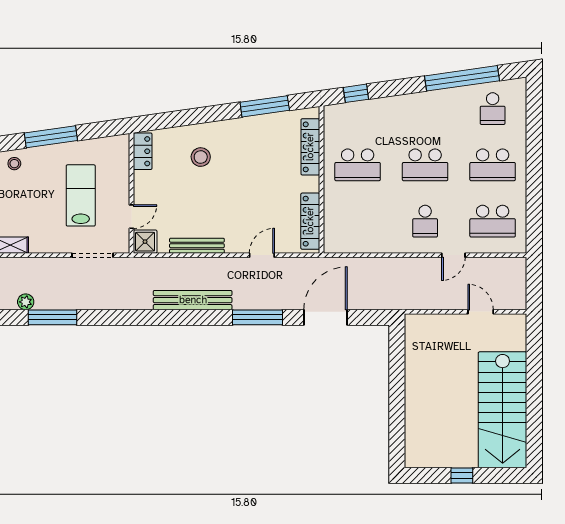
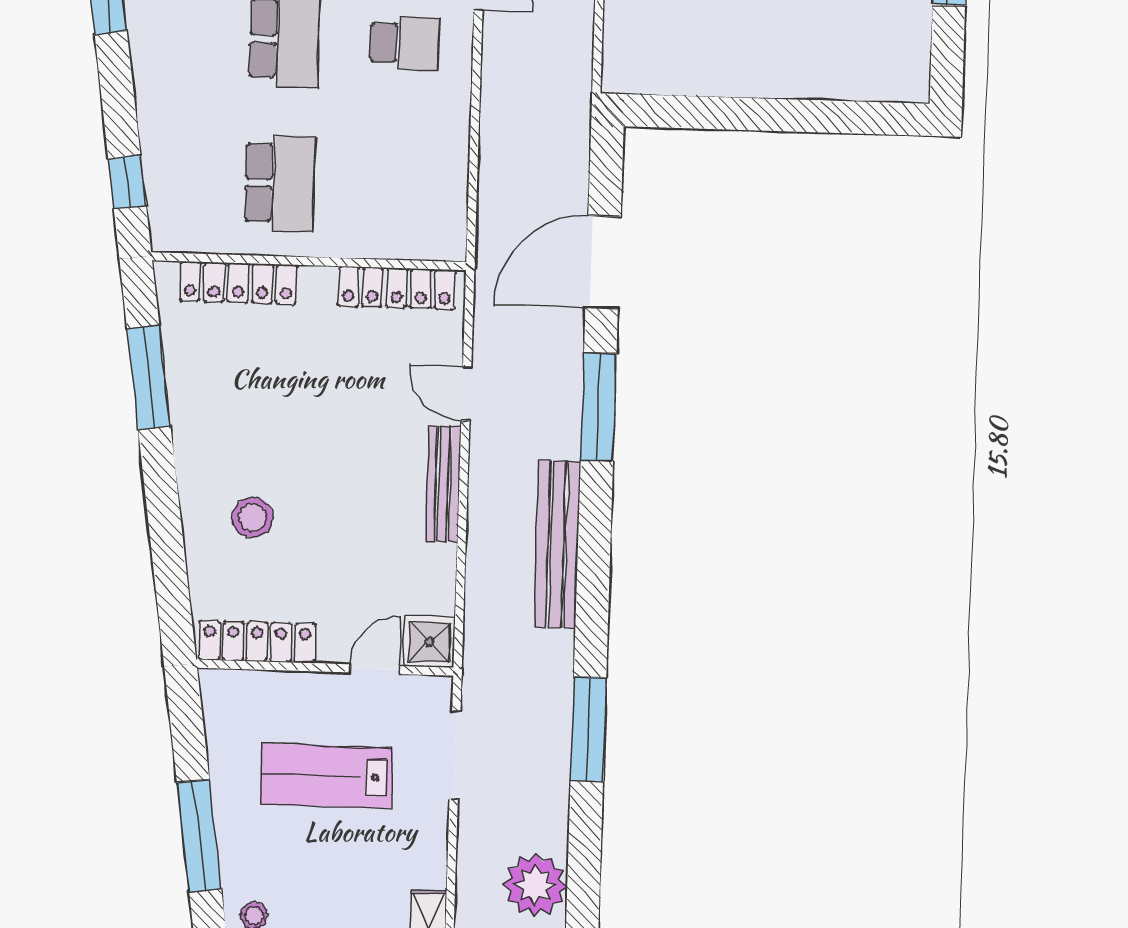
locker: (143, 151) -> (257, 642), width x1.53
door: (131, 217) -> (375, 669), hinge flipped
bench: (197, 246) -> (443, 484), moved
plant: (26, 302) -> (535, 885), width x1.88, depth x1.88
window: (53, 317) -> (588, 729), moved
door: (325, 317) -> (603, 262), hinge flipped

